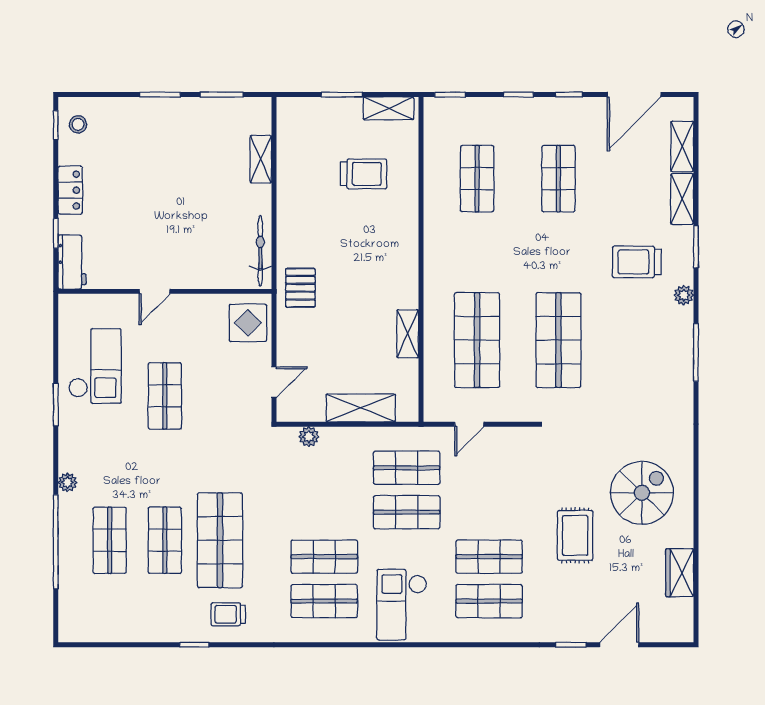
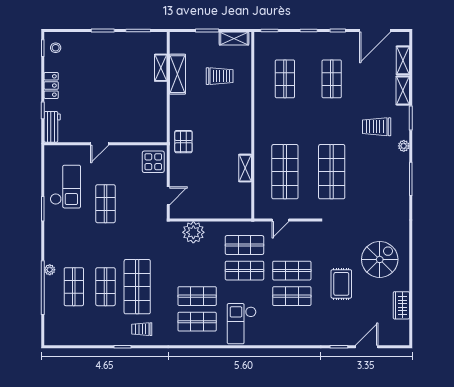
bicycle: (260, 251) -> (160, 120), removed
shelving: (361, 408) -> (178, 74), moved, turned 90
plant: (309, 437) -> (193, 232), width x1.87, depth x1.87
plant: (68, 482) -> (50, 270), moved
shop shelf: (489, 601) -> (292, 271), moved

